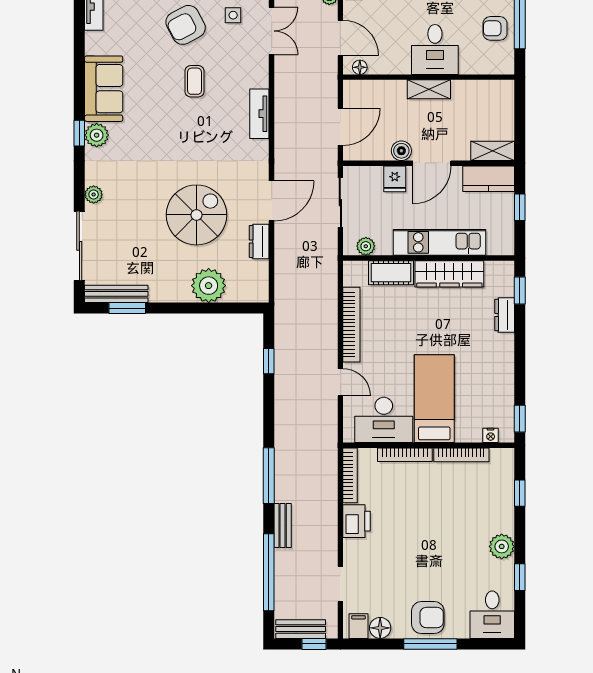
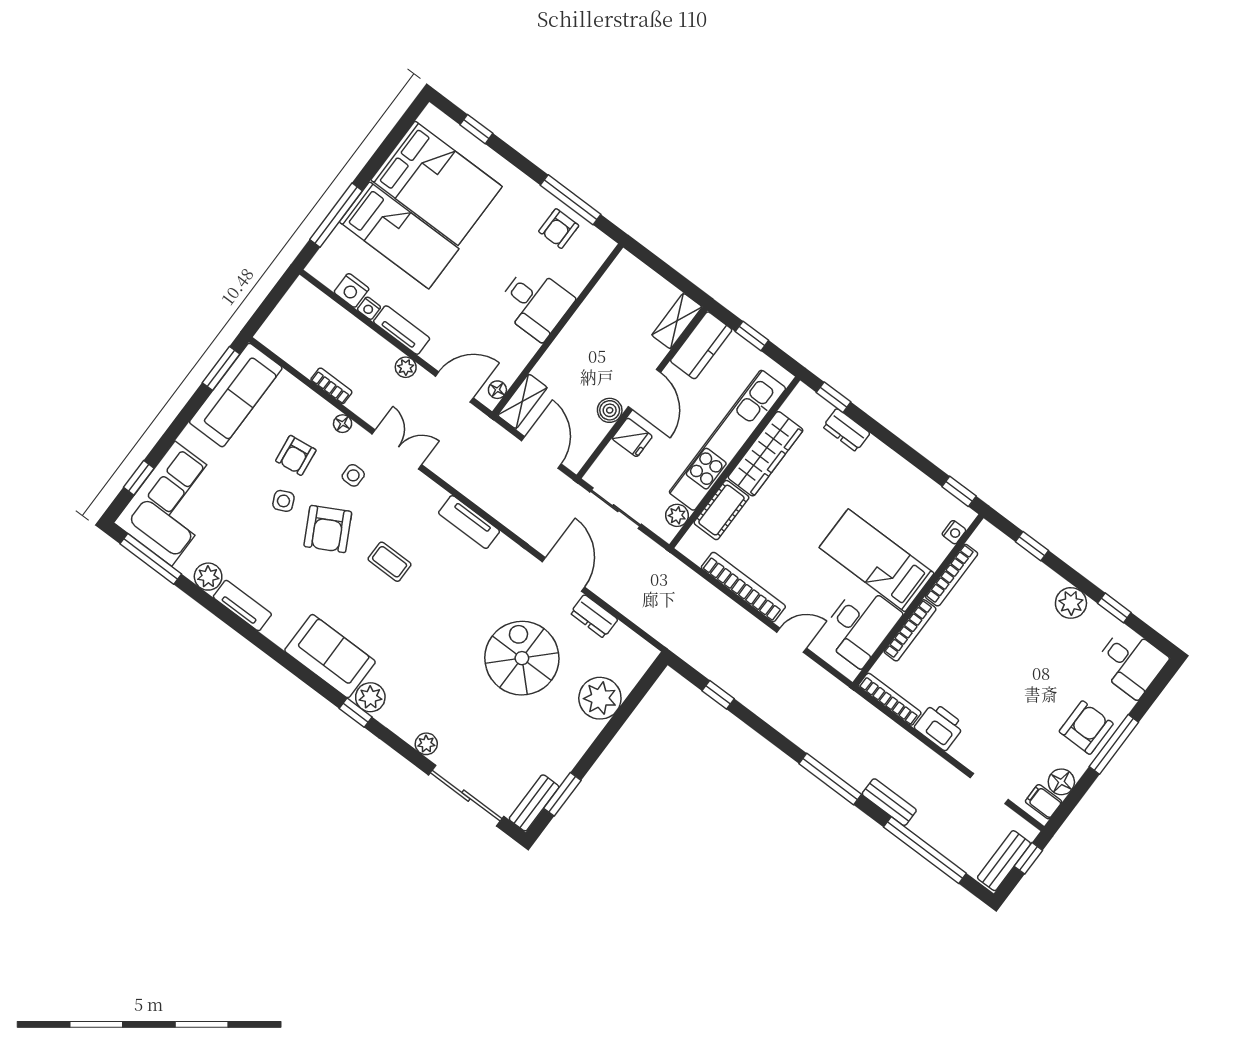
shelving: (429, 89) -> (522, 401), moved
kitchen unit: (439, 242) -> (727, 440), width x1.36
bench: (116, 294) -> (534, 803), width x0.73

